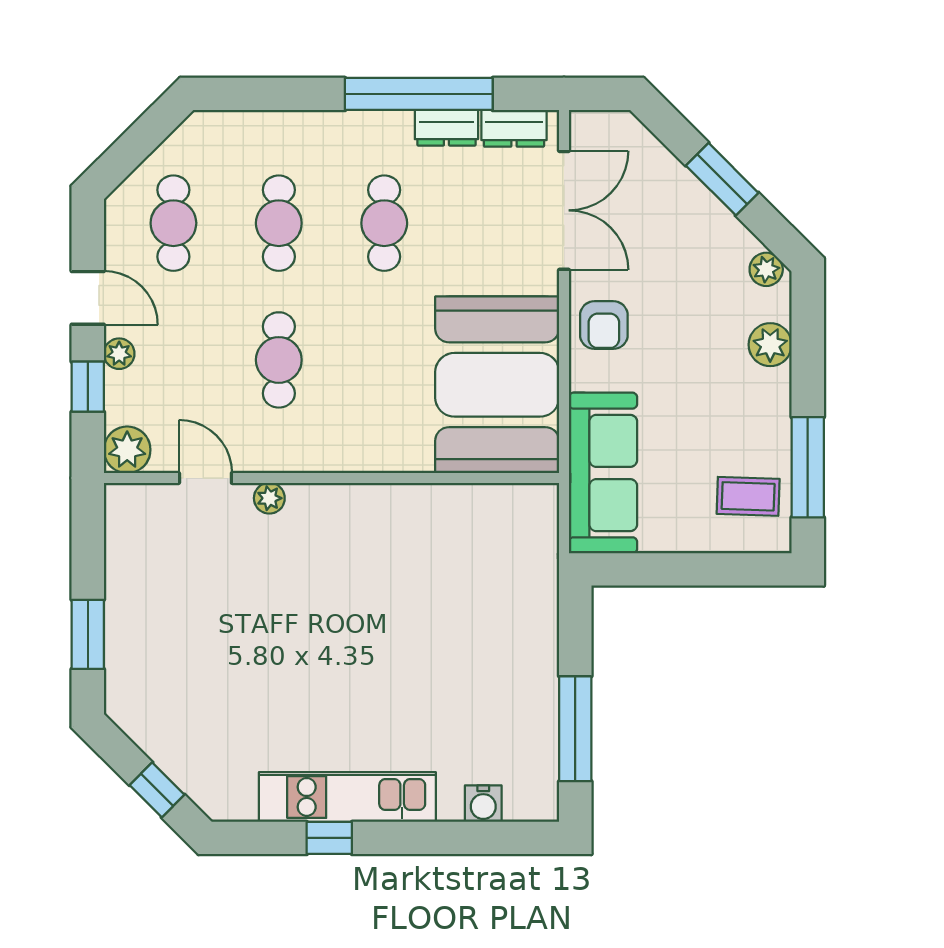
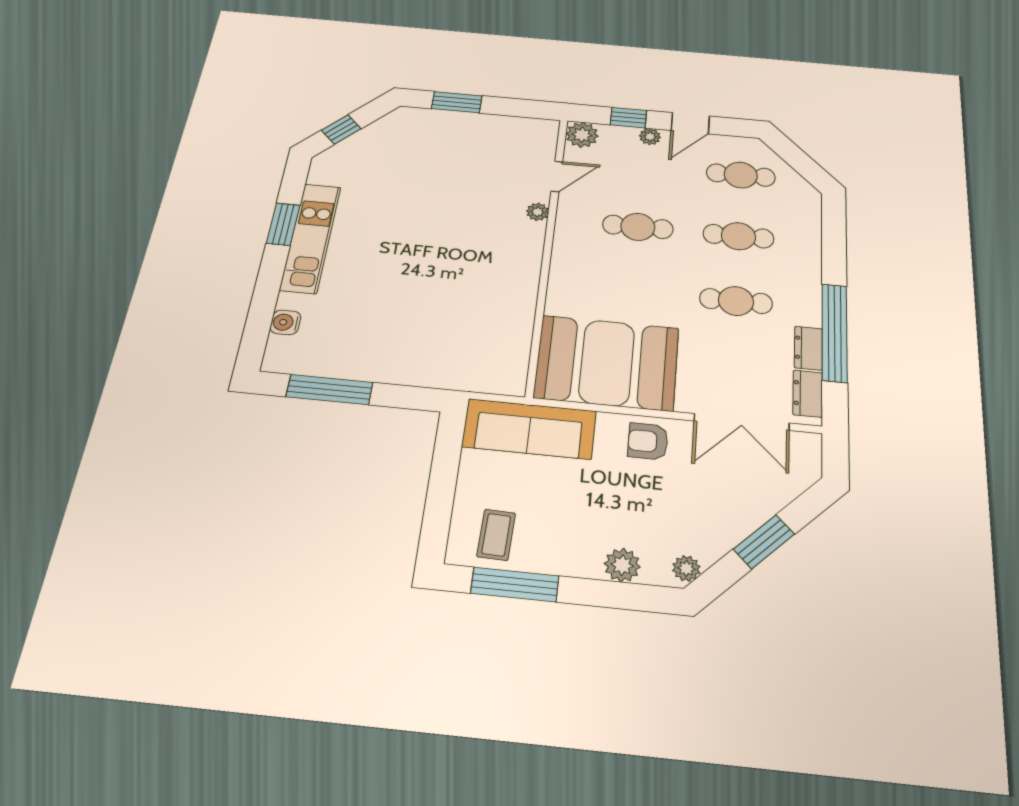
window: (329, 838) -> (283, 224), width x1.50

